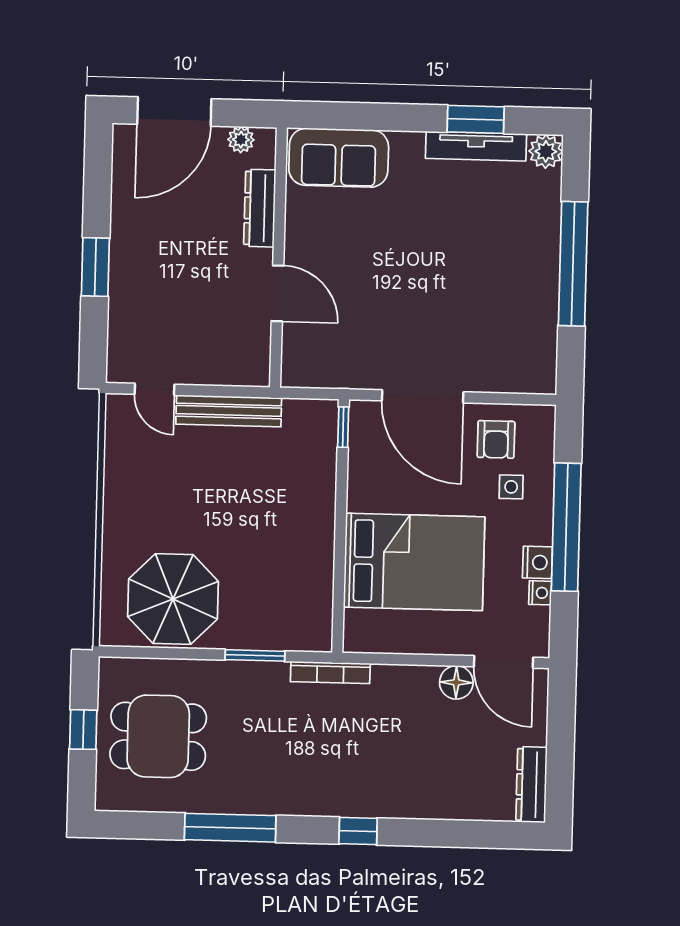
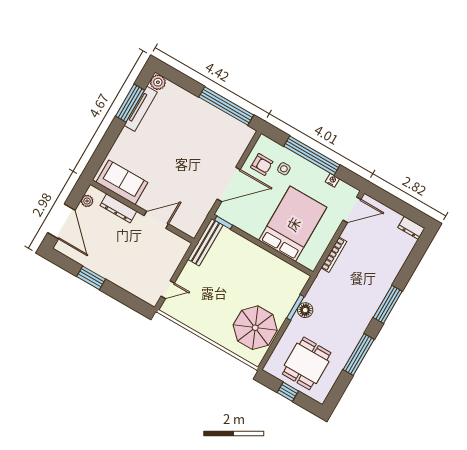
window: (476, 119) -> (130, 103), width x1.44
sofa: (339, 158) -> (122, 182), moved, turned -90
window: (573, 264) -> (226, 106), moved
window: (95, 267) -> (91, 278), moved
bench: (229, 411) -> (205, 242), moved
nightstand: (537, 562) -> (320, 175), removed
bookcase: (330, 673) -> (334, 255), moved
floor lamp: (456, 682) -> (305, 310), moved
dresser: (531, 785) -> (411, 228), width x0.70
window: (358, 831) -> (388, 304), width x2.17

